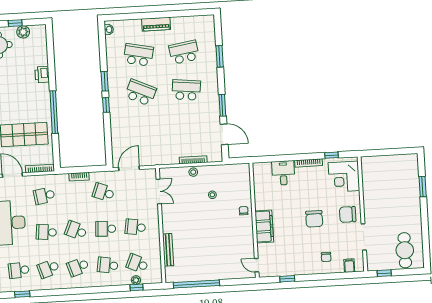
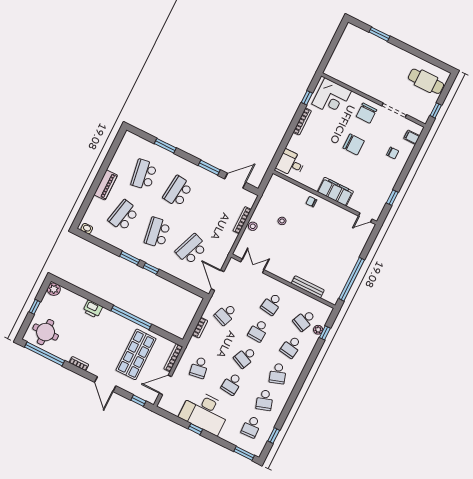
plant: (23, 32) -> (54, 289), moved
school desk: (141, 93) -> (157, 232), turned -33
school desk: (143, 130) -> (191, 249), added
desk: (283, 173) -> (291, 163), moved

